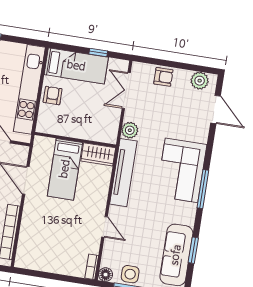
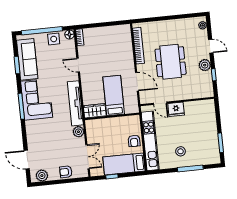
corner sofa: (181, 170) -> (37, 99), moved

